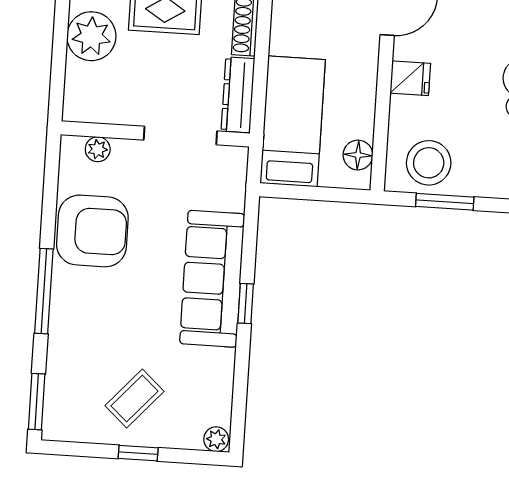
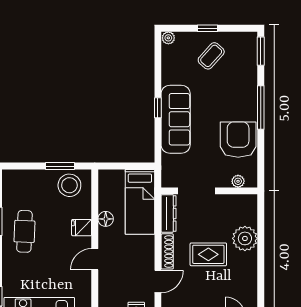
floor lamp: (358, 155) -> (106, 219), moved
armchair: (92, 231) -> (238, 140), turned 90

